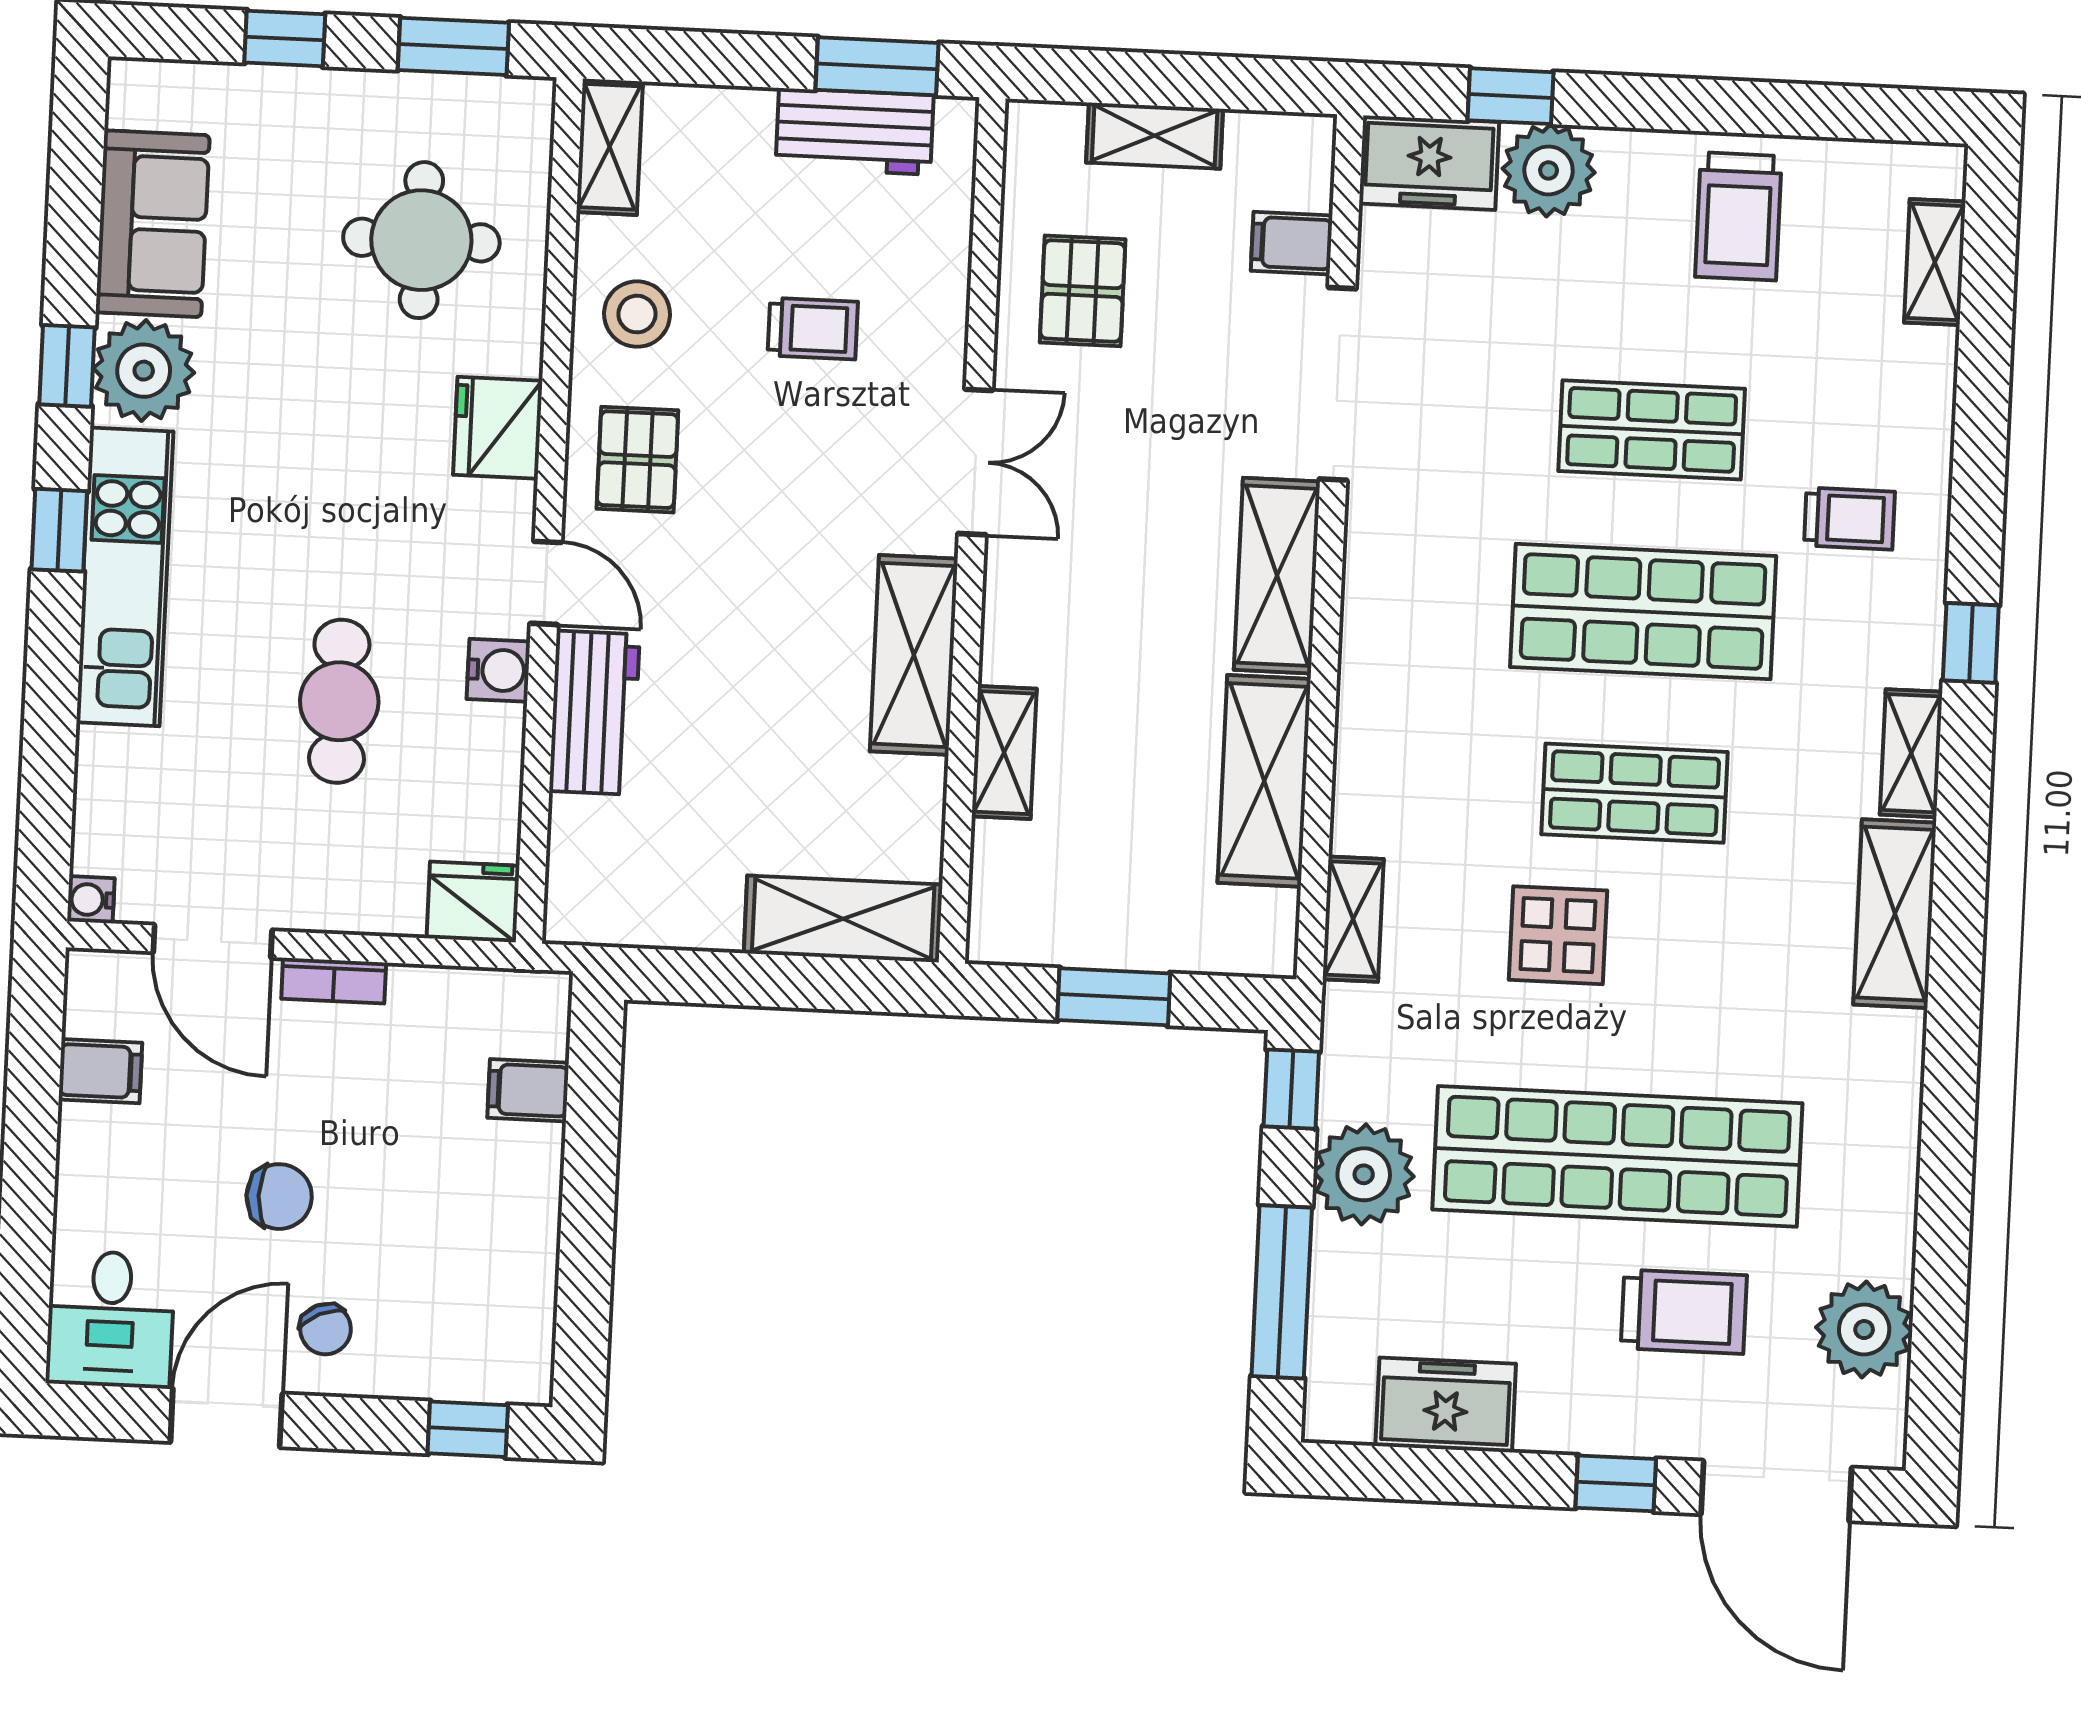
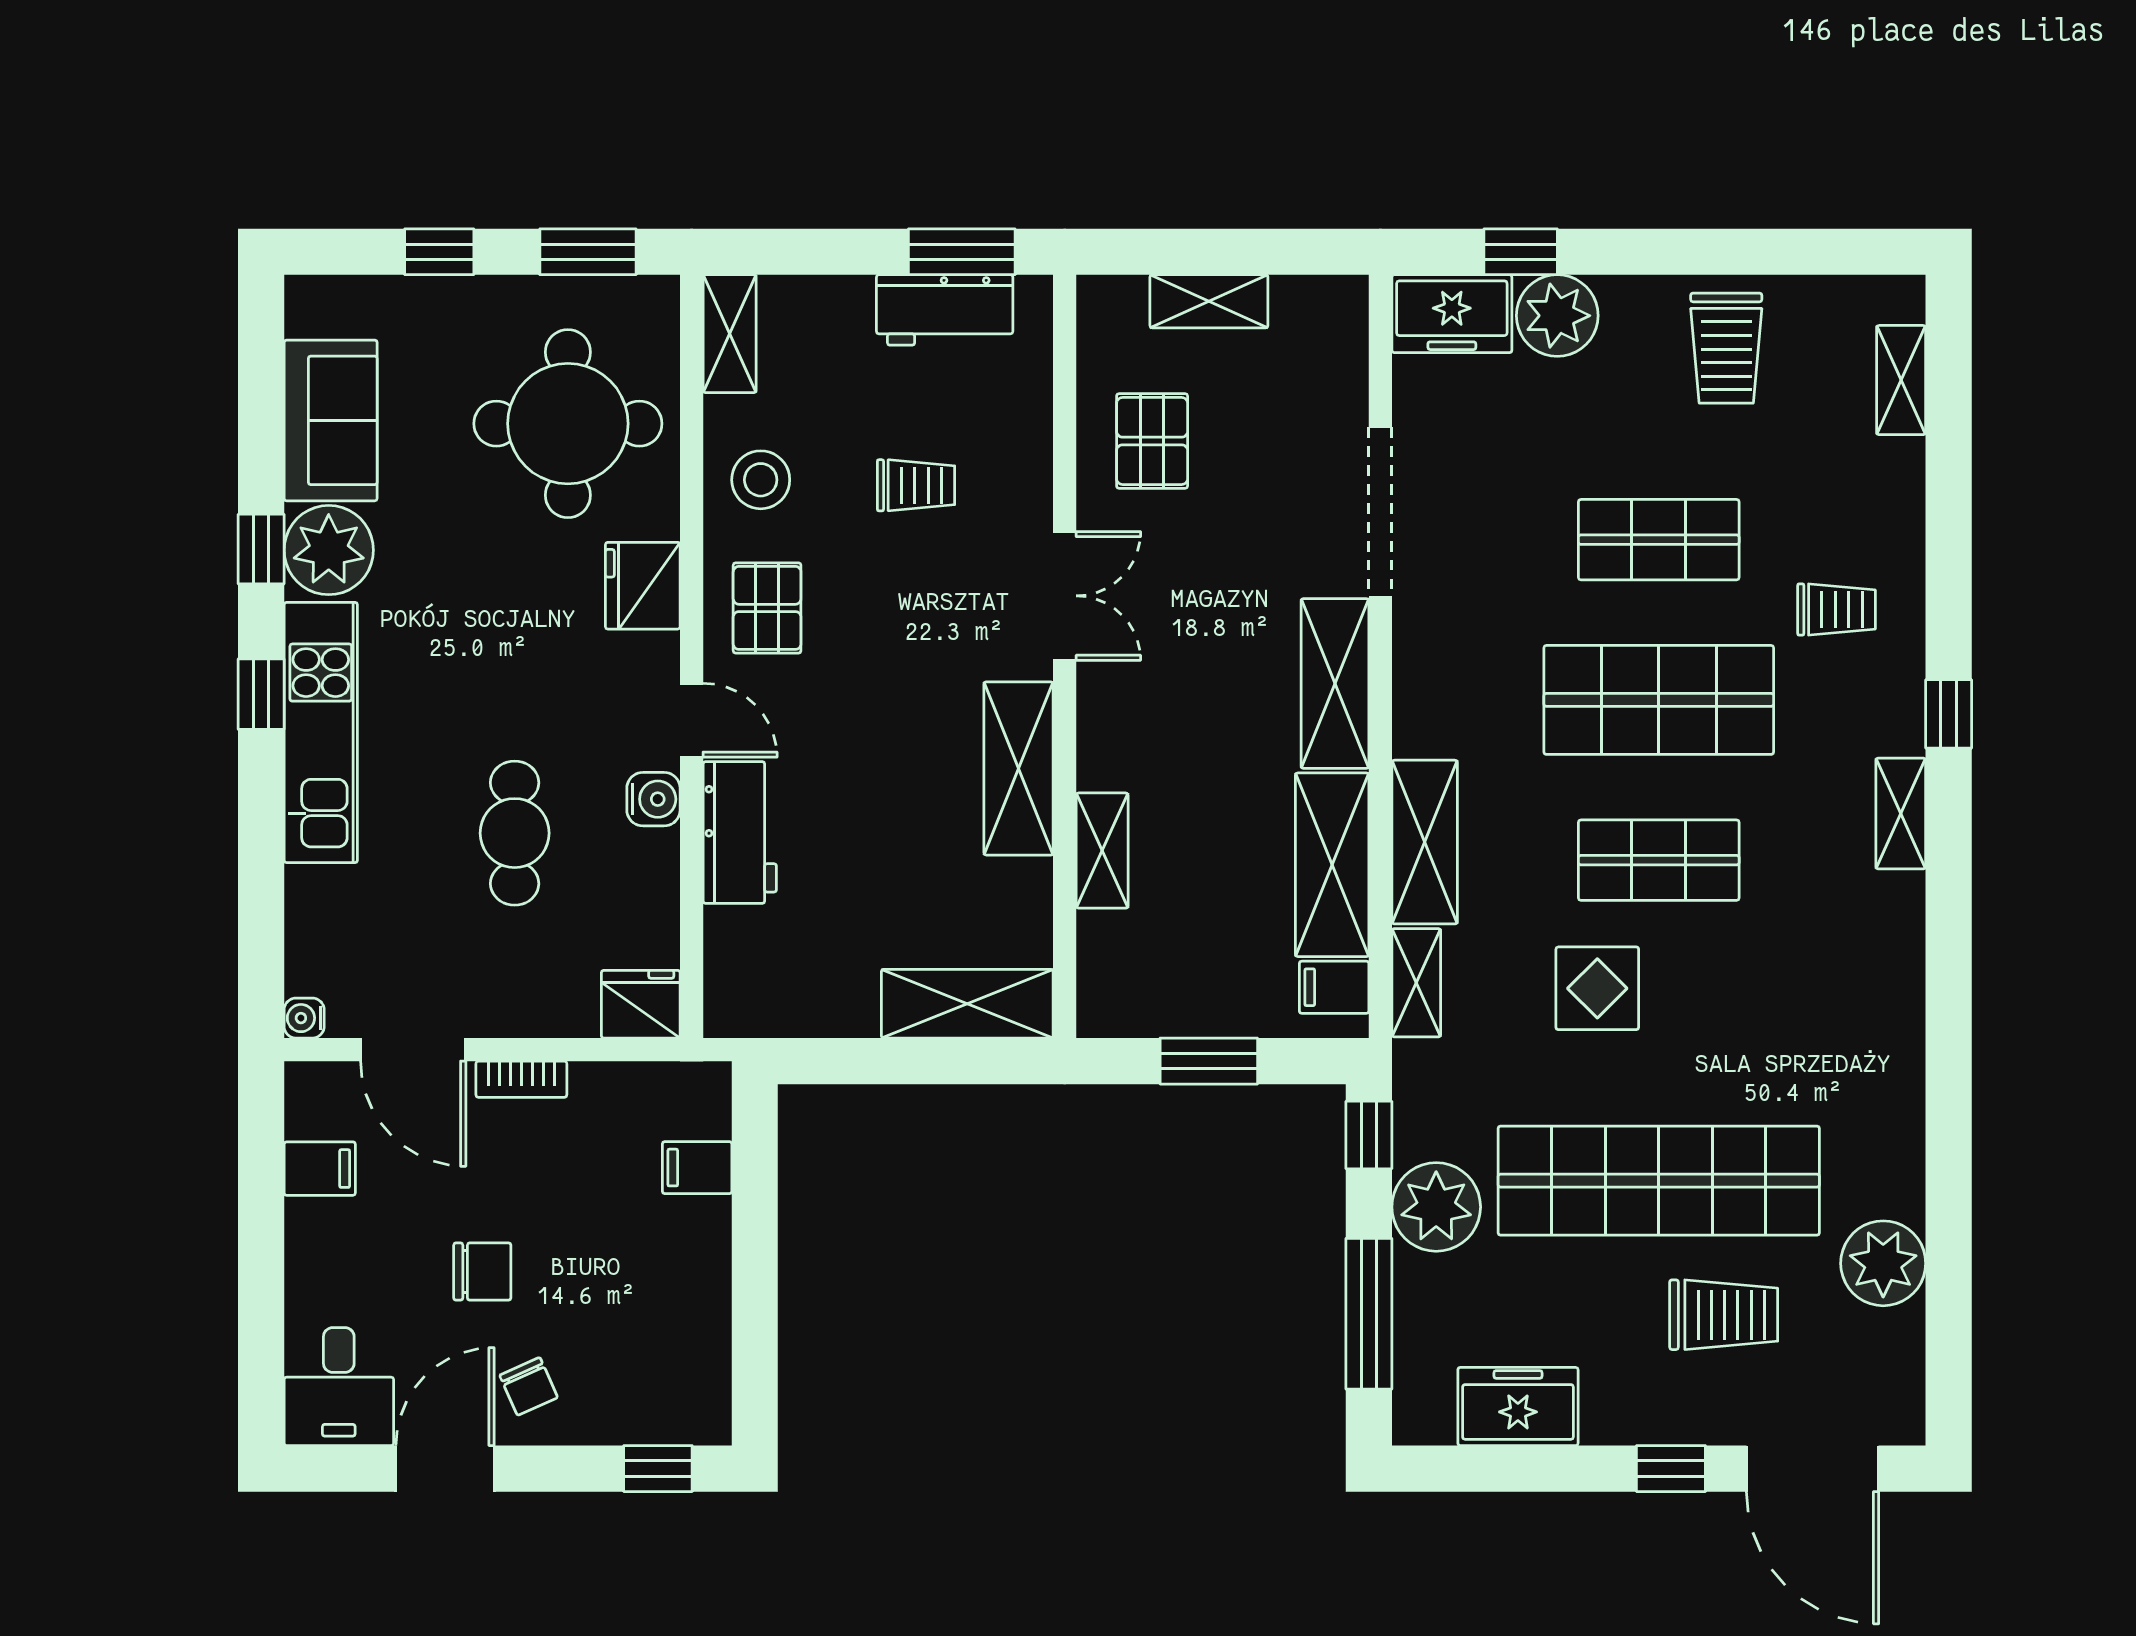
round table: (421, 240) -> (568, 424), width x1.36, depth x1.36
filing cabinet: (1292, 243) -> (1334, 987), moved
shelving: (1895, 914) -> (1425, 842), moved
plant: (1864, 1330) -> (1883, 1263), moved

